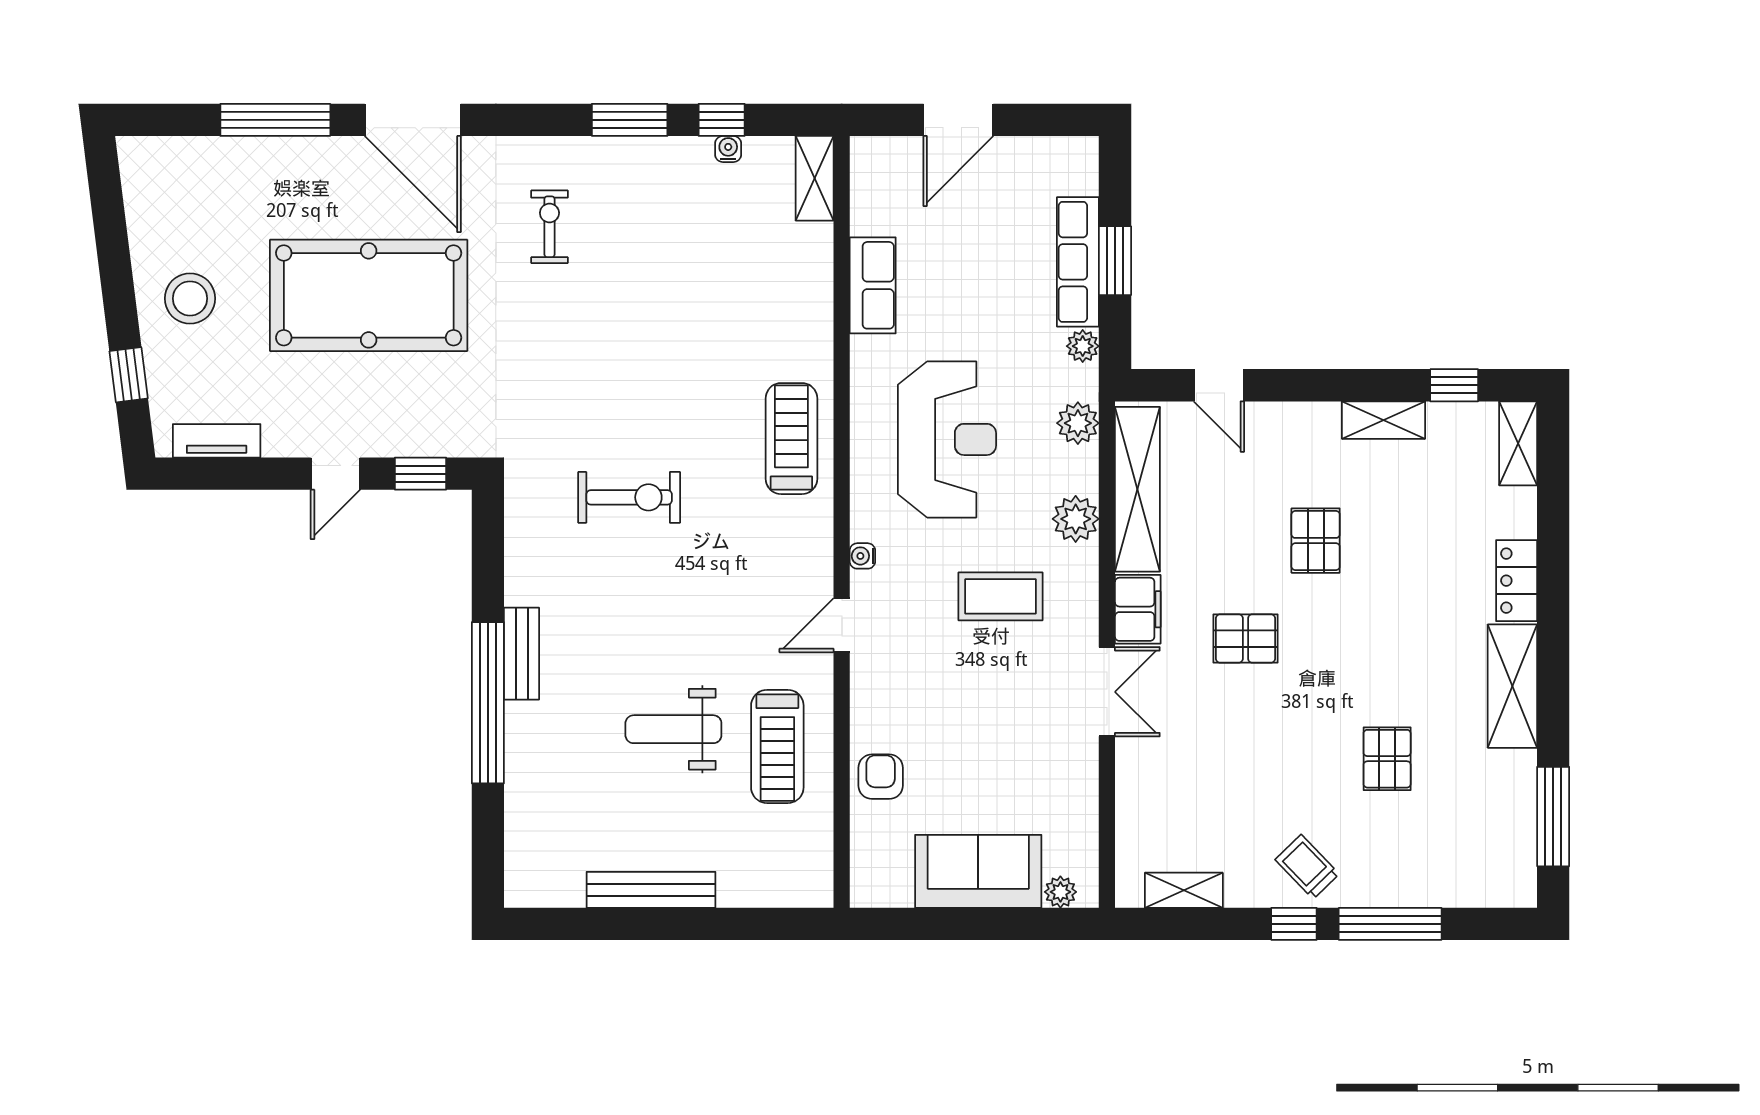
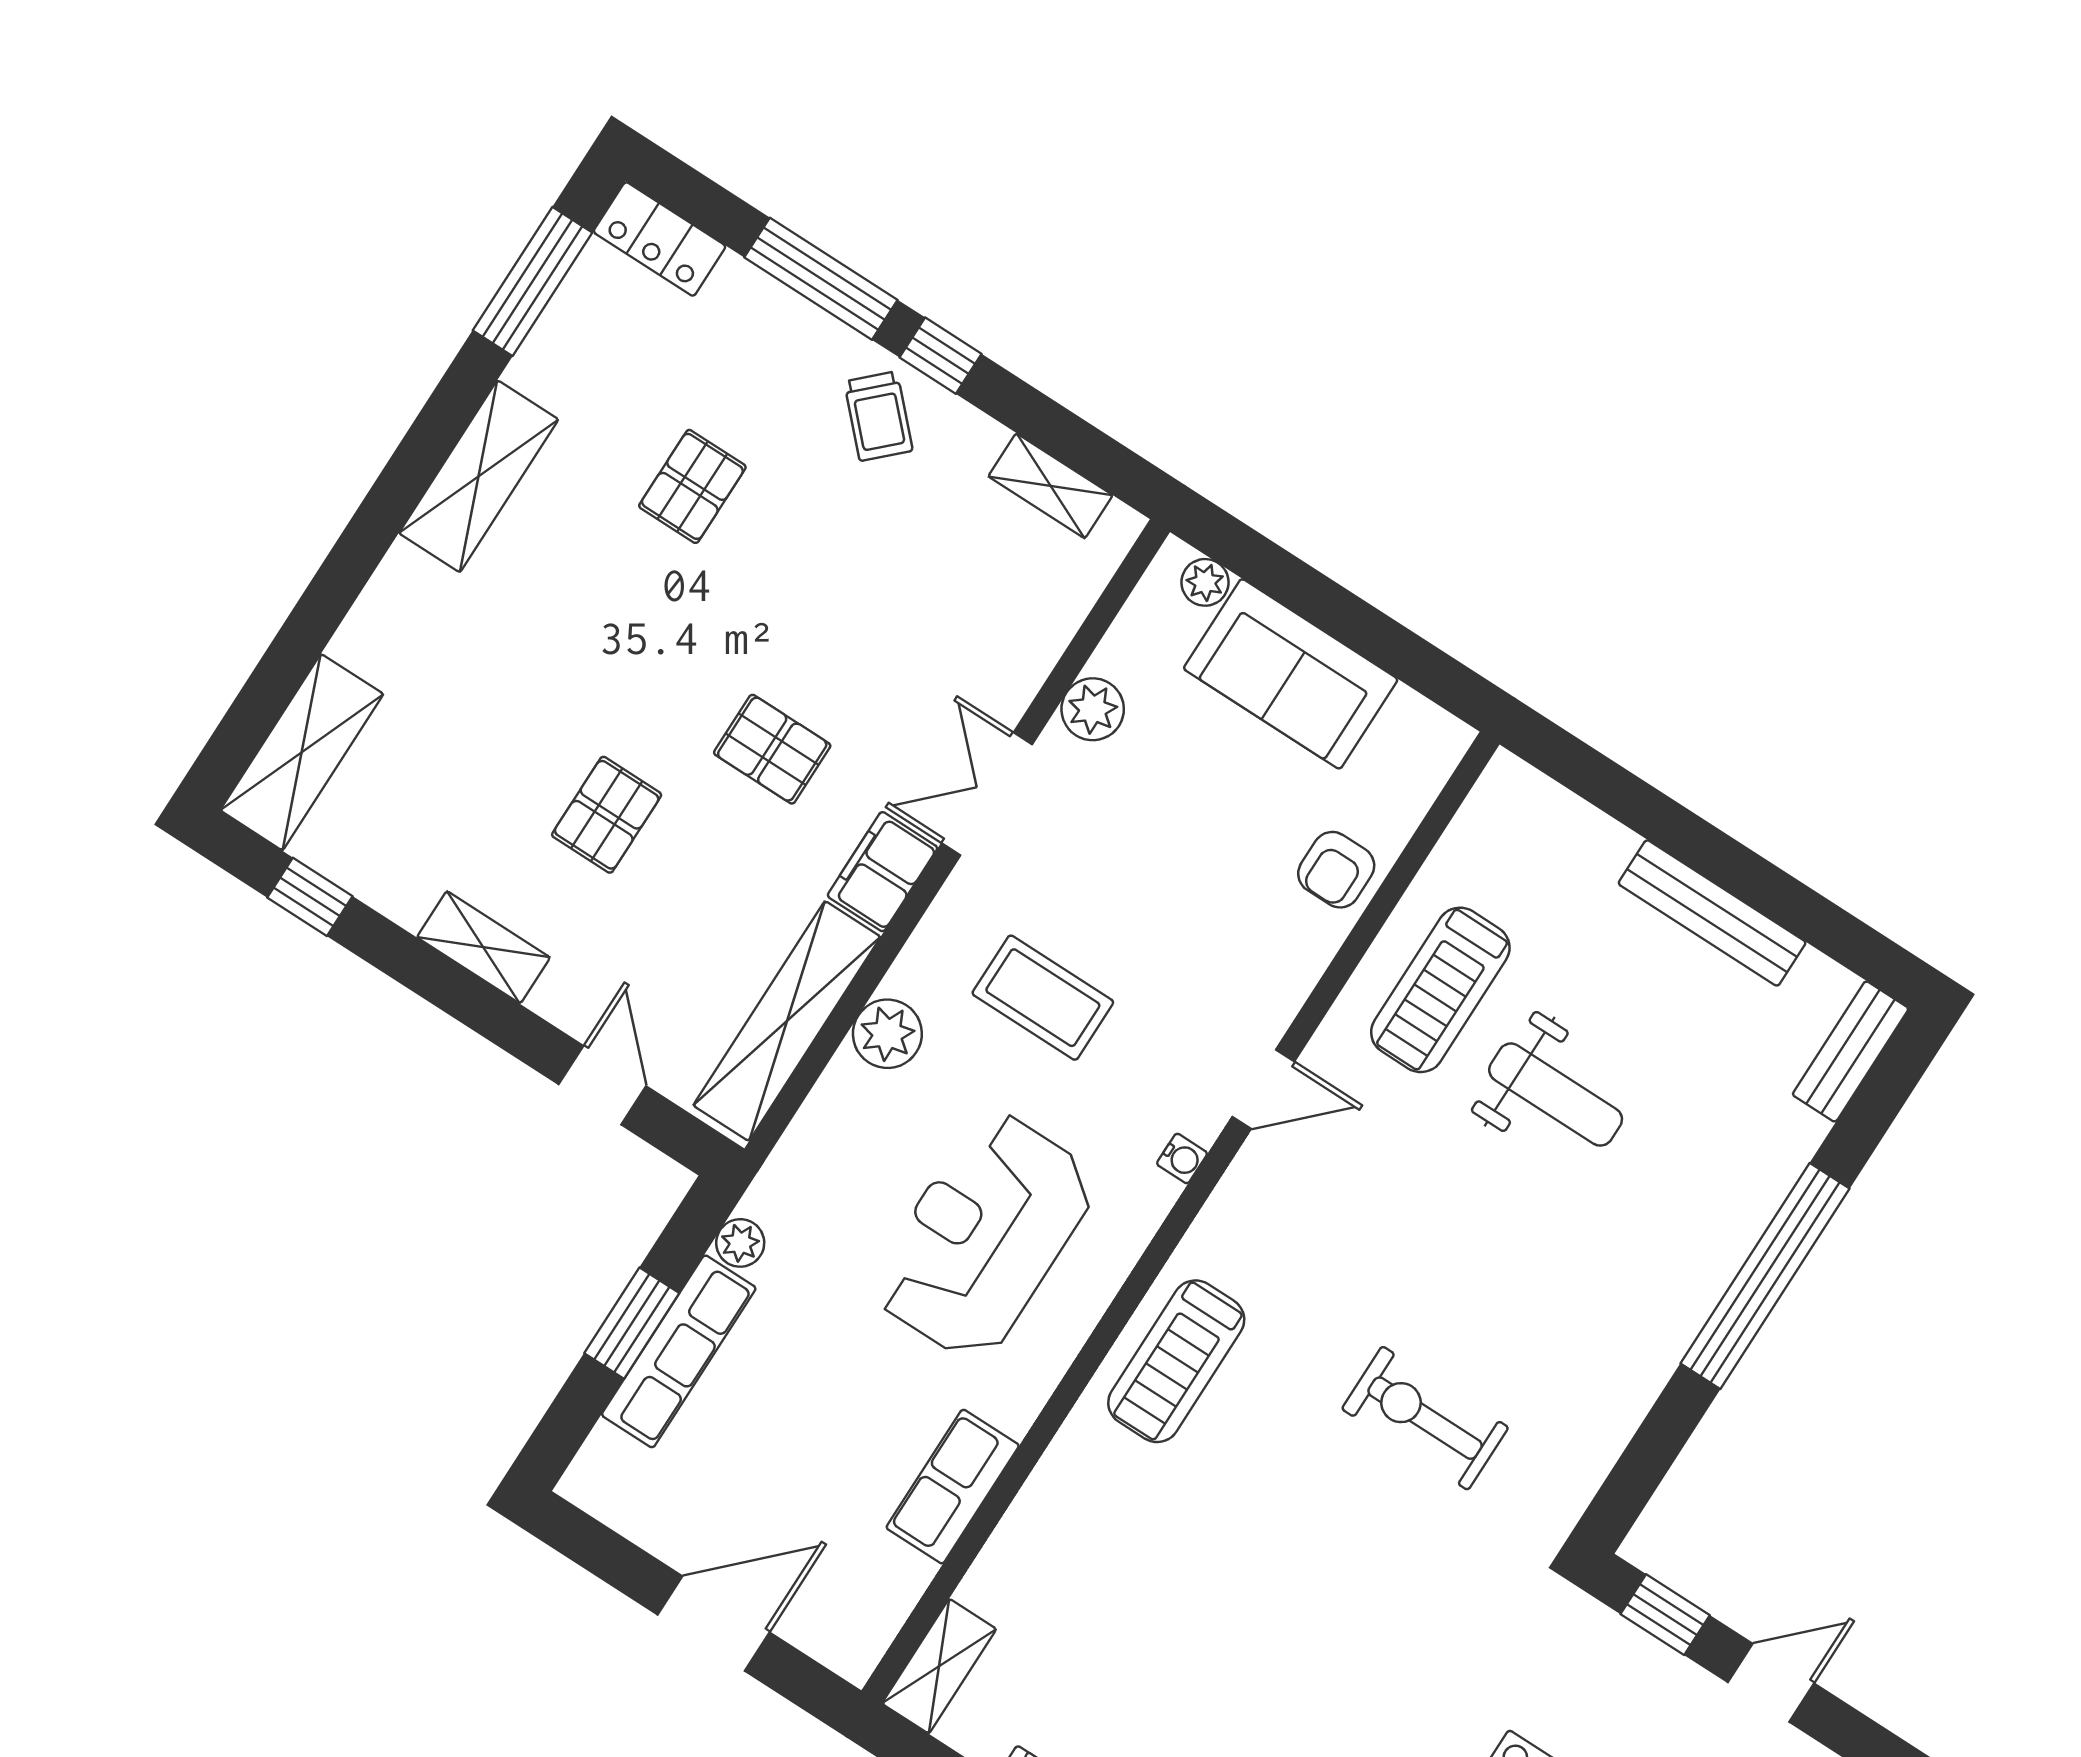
shelving: (1384, 420) -> (483, 947), moved
plant: (1078, 423) -> (1093, 709), moved
shelving: (1518, 443) -> (302, 752), width x1.50, depth x1.33
locker: (1517, 581) -> (659, 239), moved, turned 90
bench: (522, 654) -> (1851, 1052), moved
treadmill: (777, 746) -> (1440, 990), turned 180

